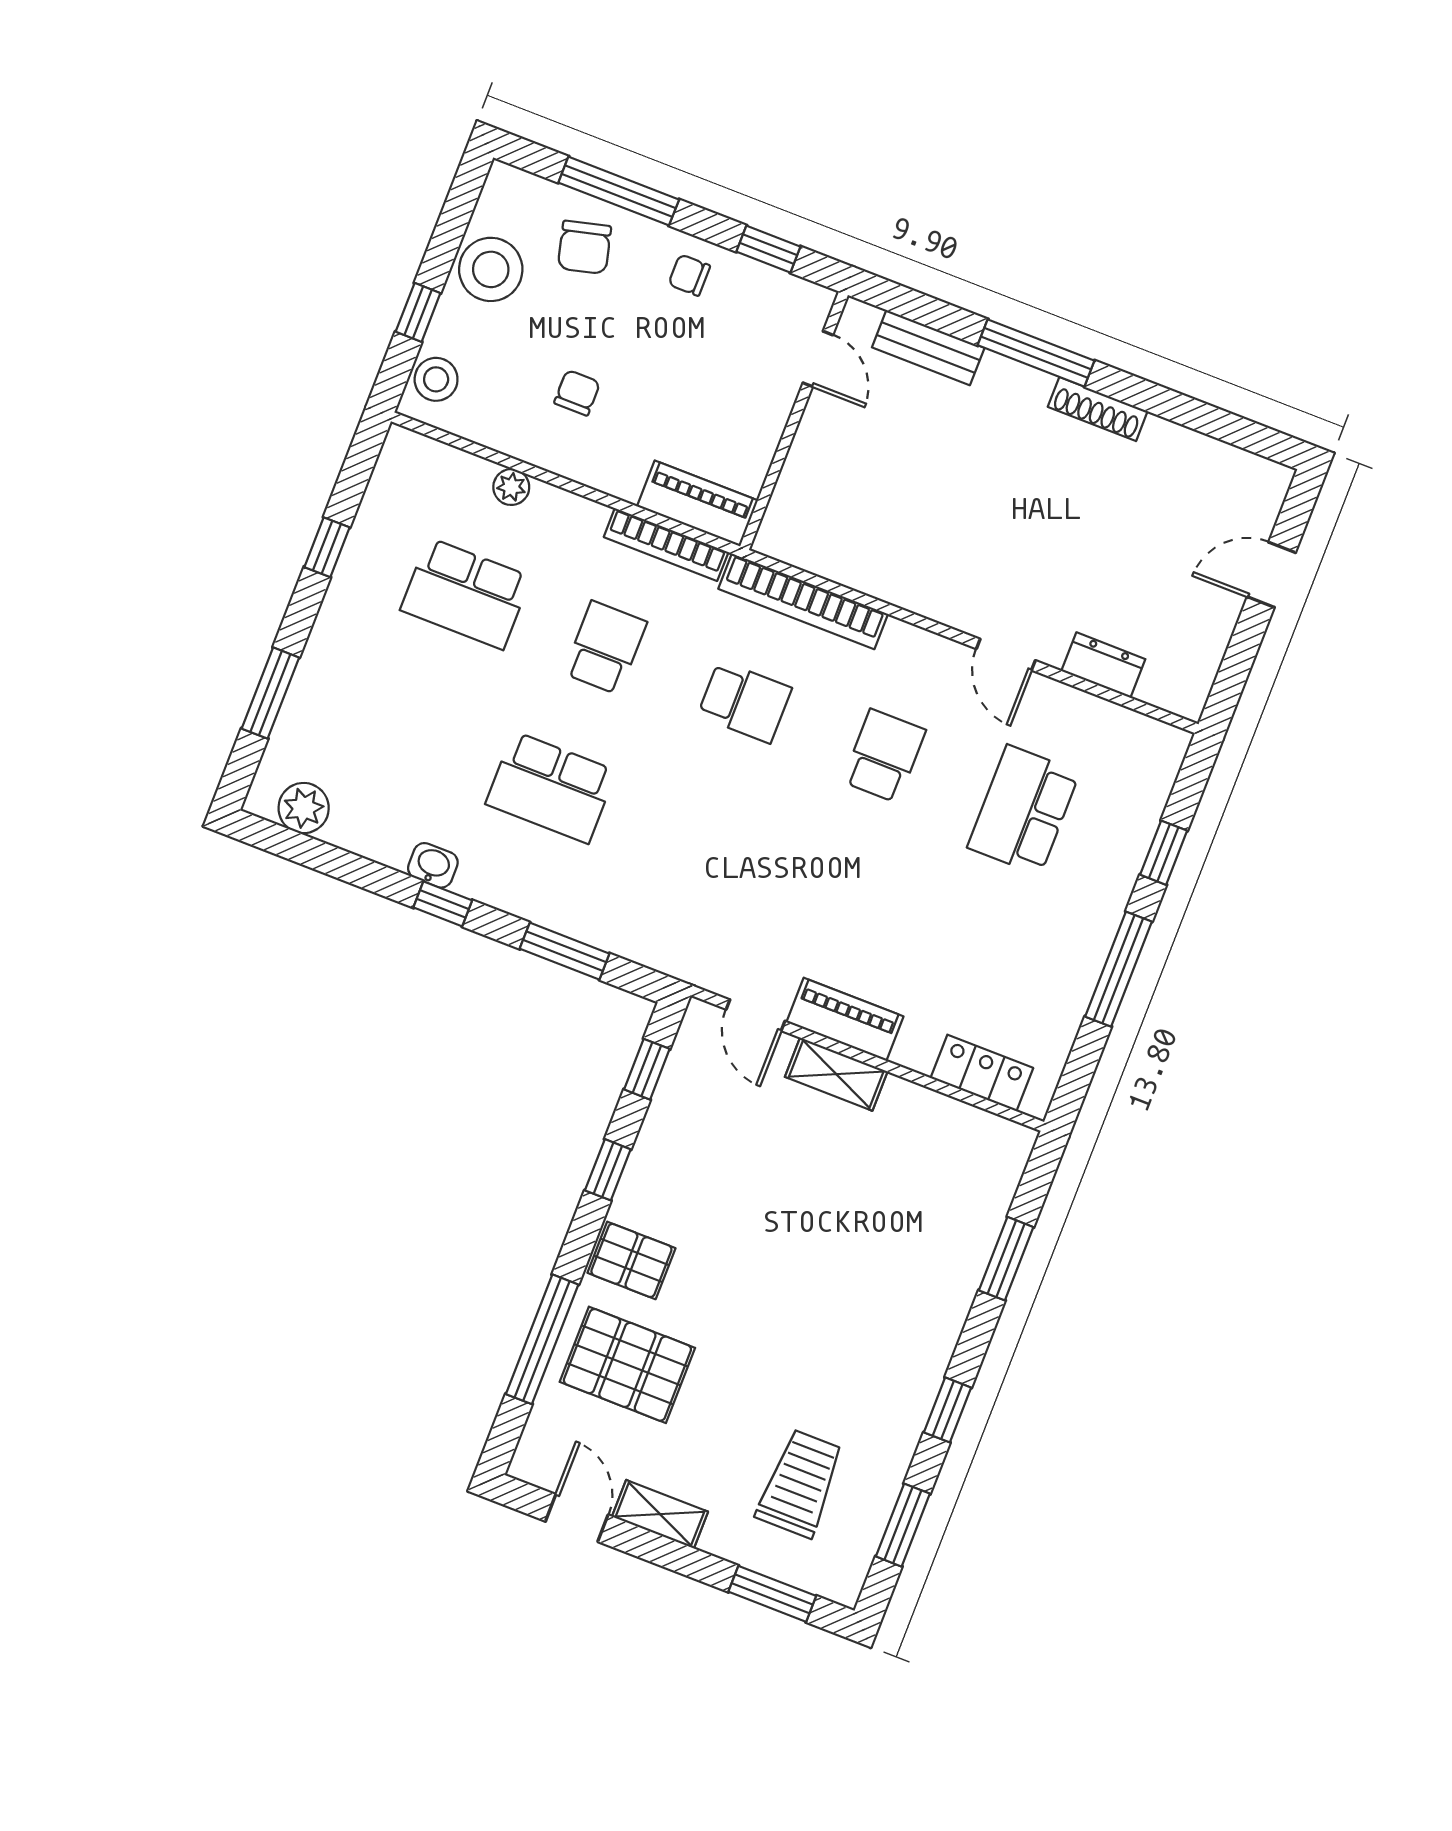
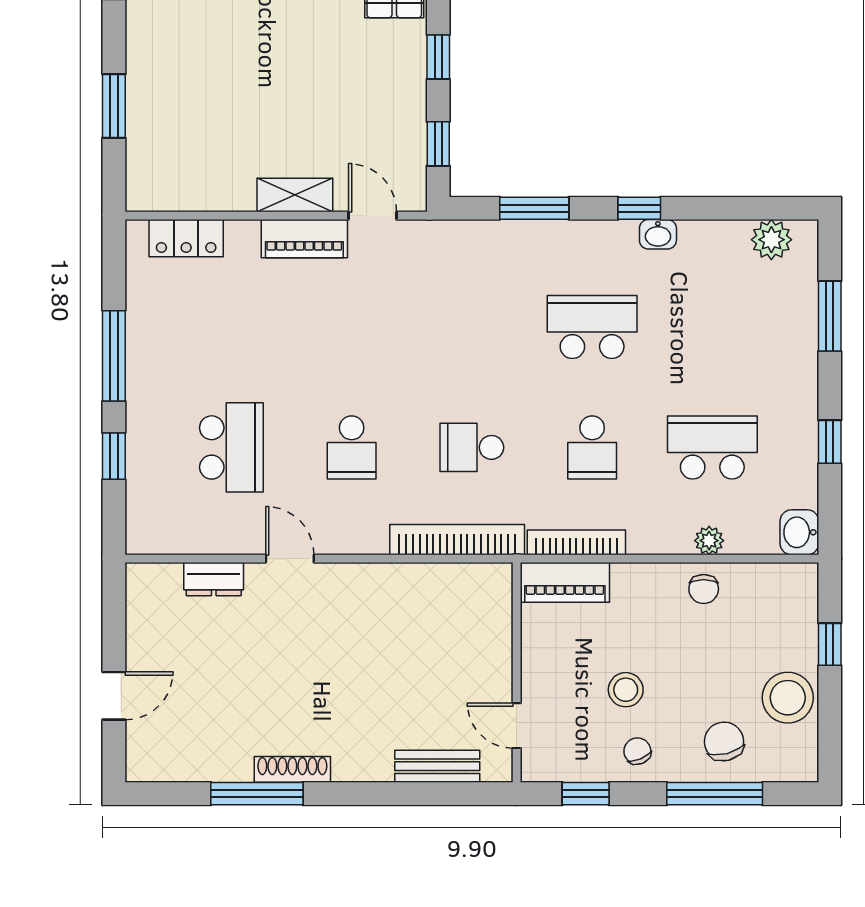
chair: (689, 275) -> (637, 751), turned -113
window: (1036, 353) -> (257, 794), moved
stool: (436, 379) -> (626, 690), moved
chair: (577, 393) -> (704, 589), moved
washbasin: (403, 456) -> (799, 532), added

